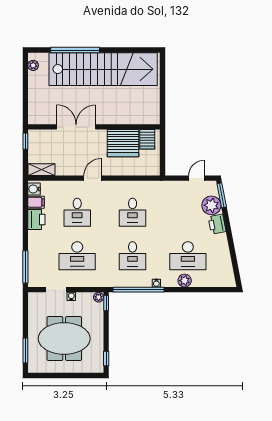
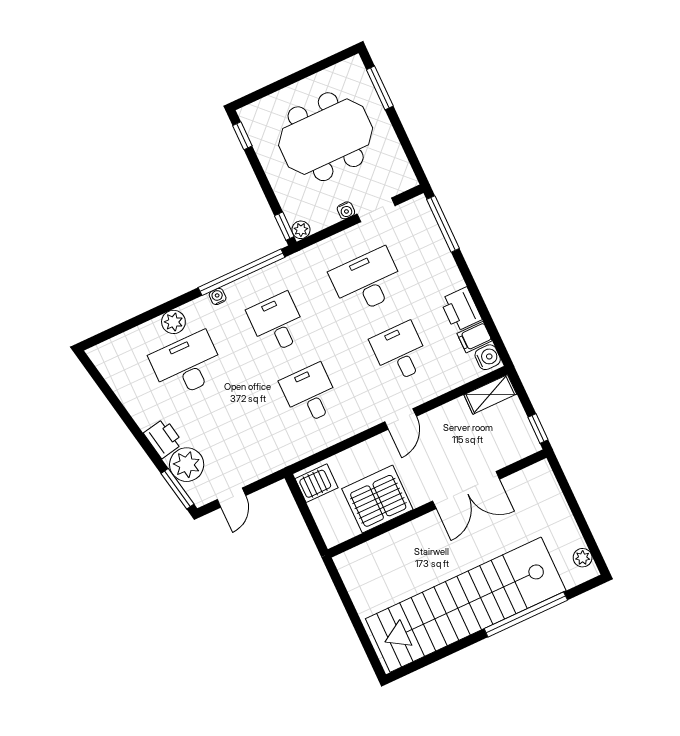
server rack: (147, 139) -> (317, 483), moved, turned 90

